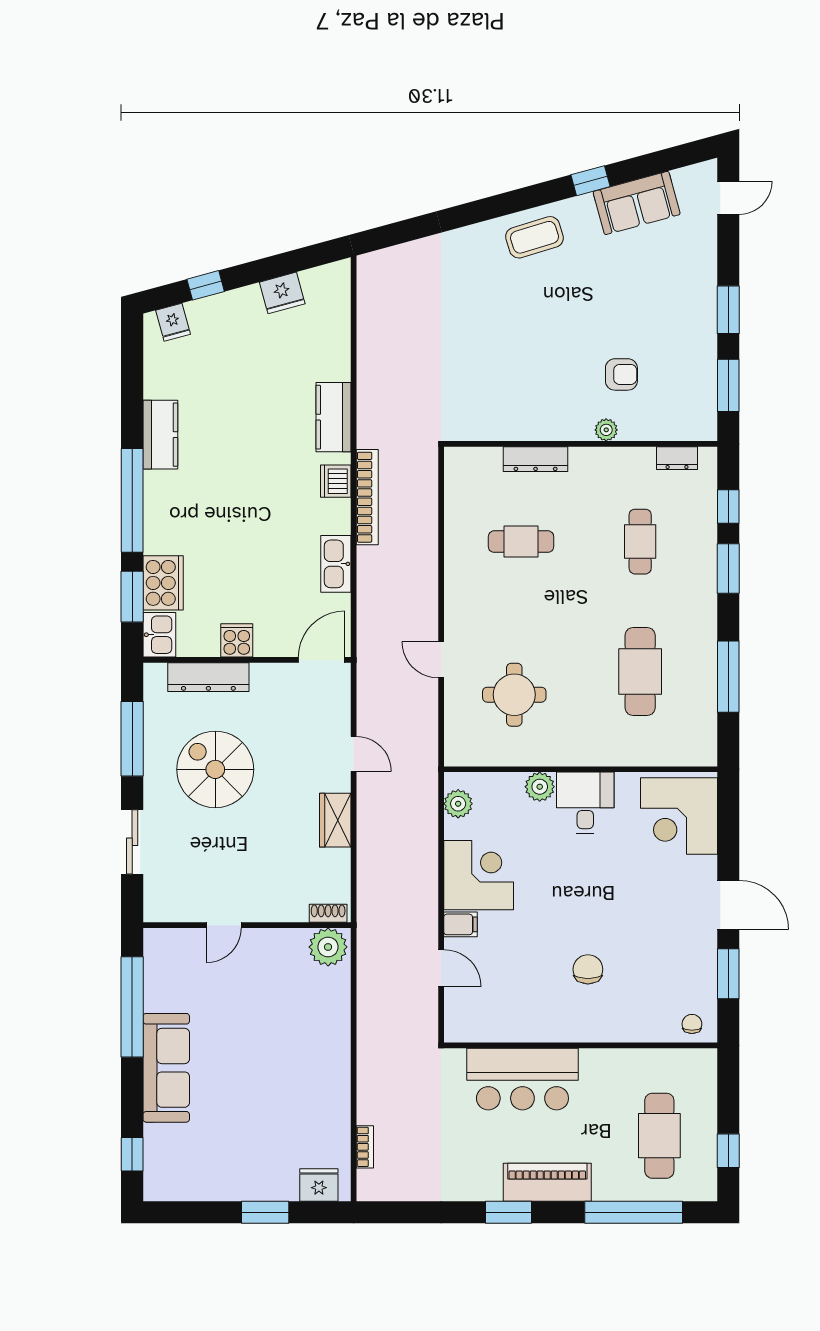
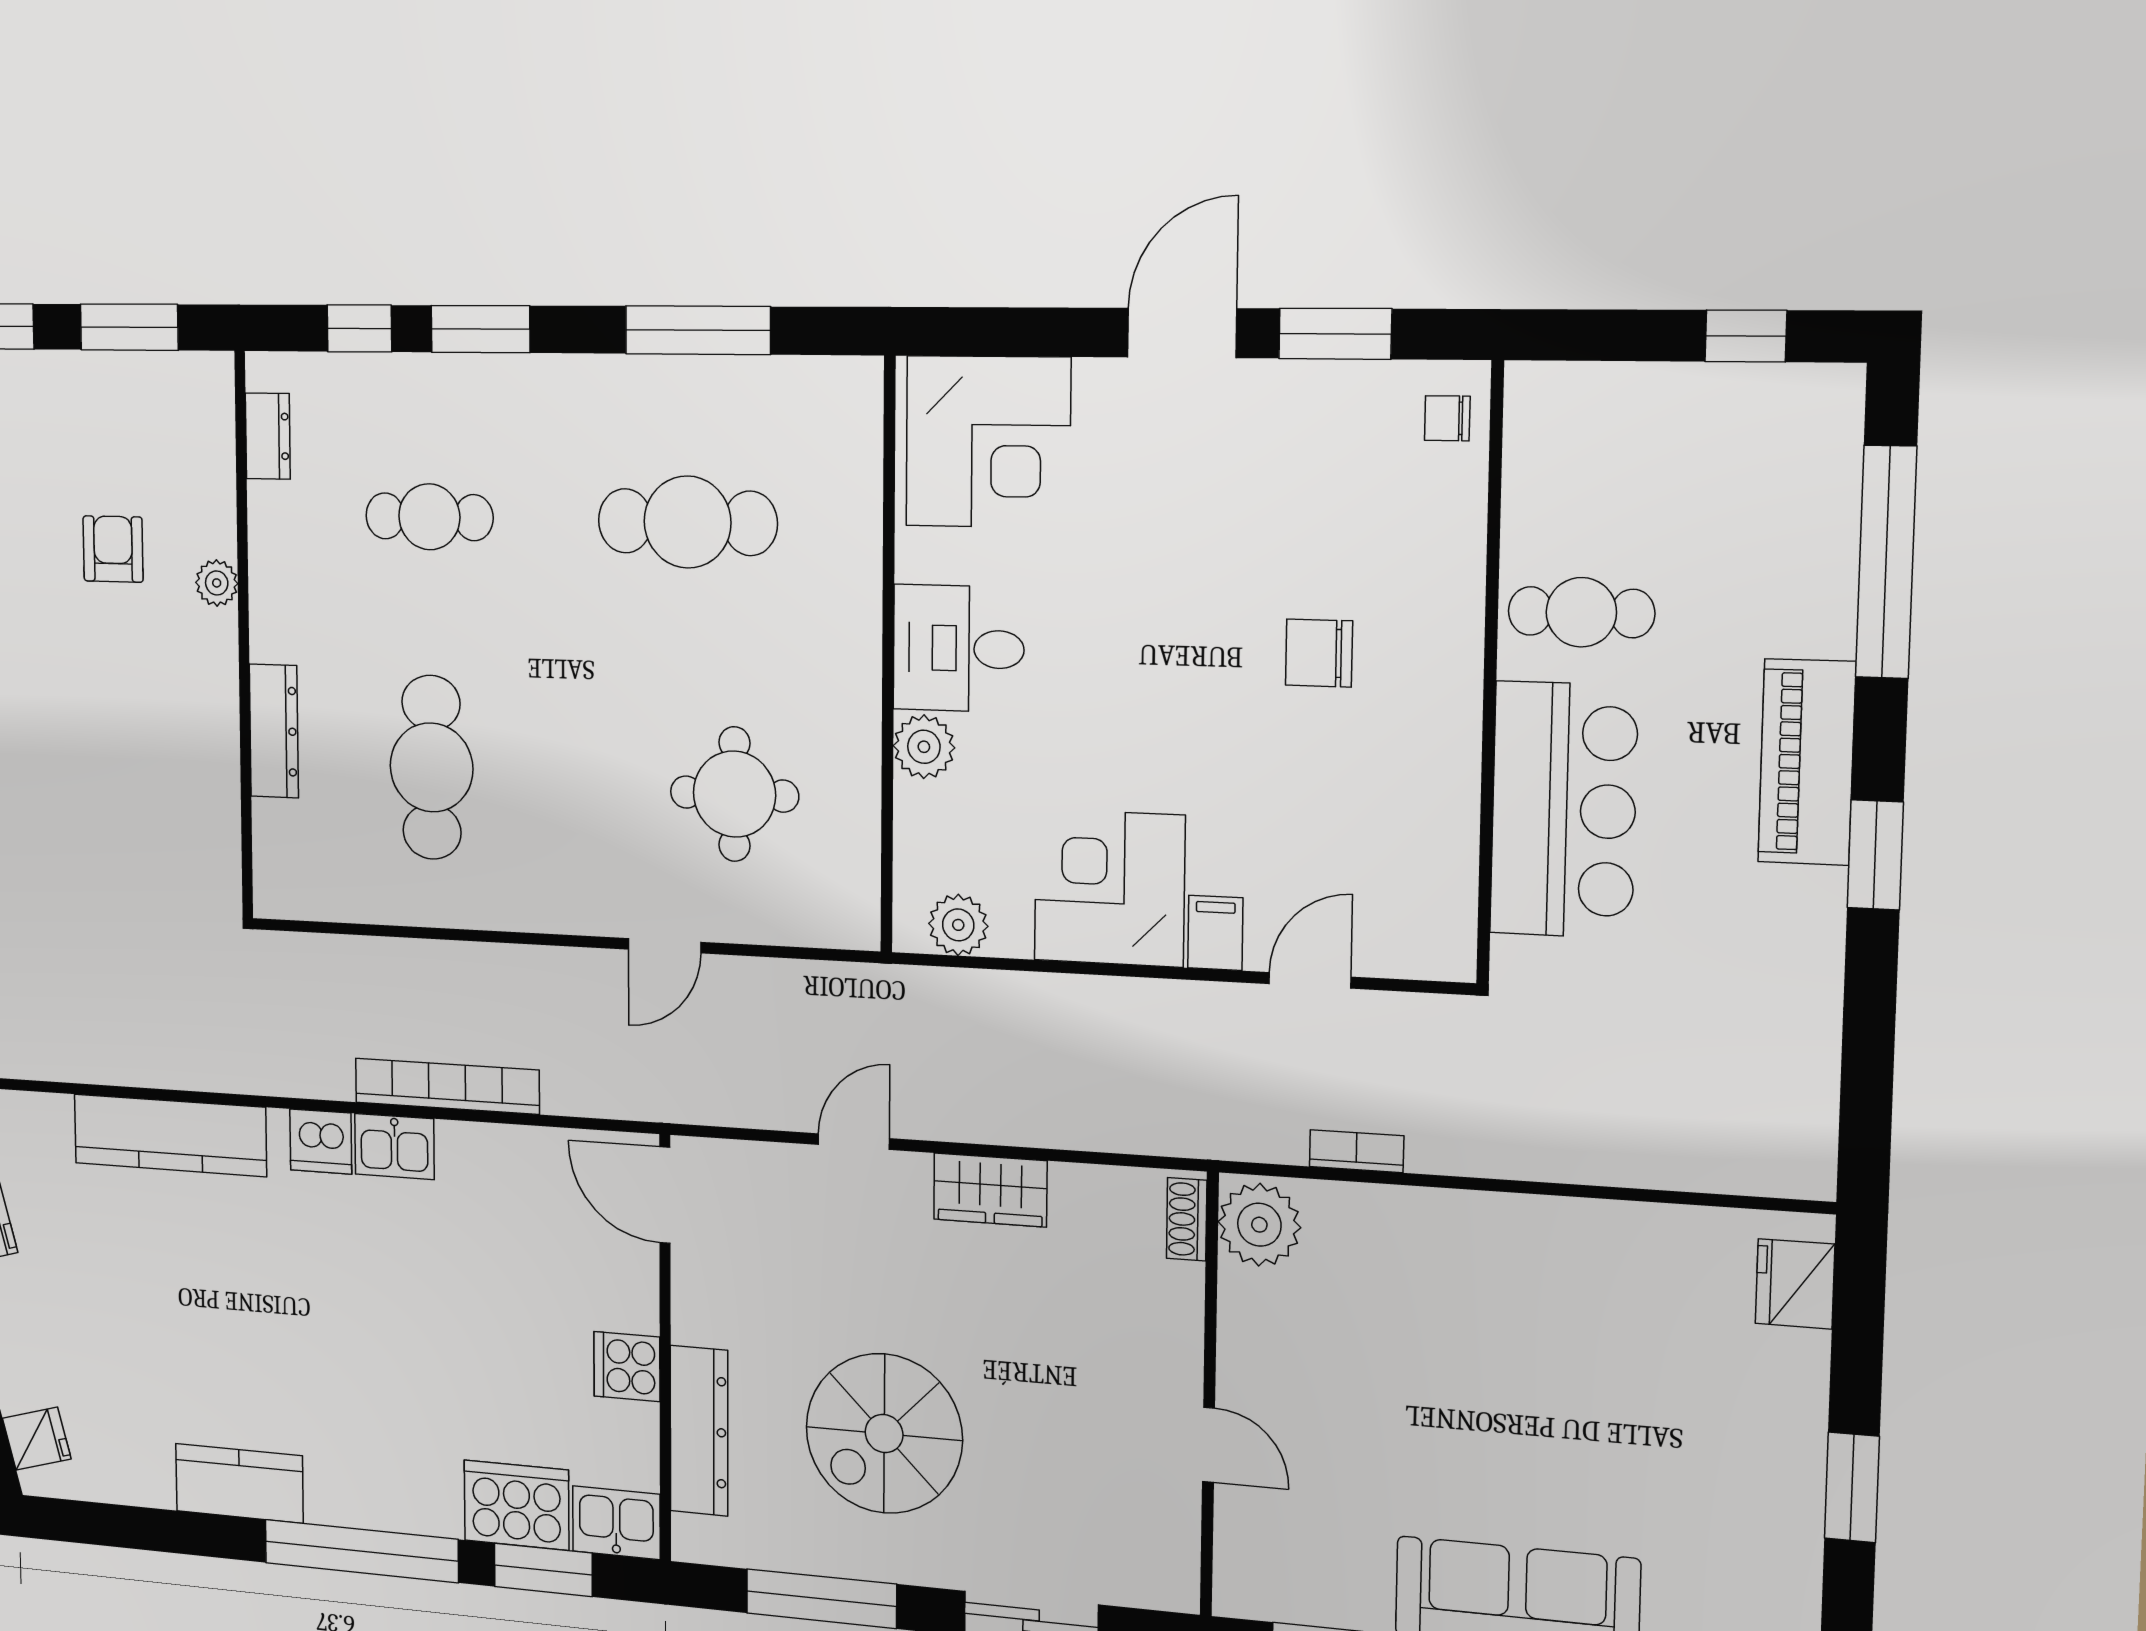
kitchen counter: (333, 417) -> (170, 1135), width x1.50
bookcase: (367, 497) -> (447, 1086), moved
cafe table: (521, 542) -> (432, 767), width x1.37, depth x1.35
kitchen sink: (336, 564) -> (394, 1146), moved, width x0.73
cafe table: (659, 1136) -> (1581, 612), moved, width x0.73, depth x0.74
bookcase: (365, 1147) -> (1357, 1151), moved
window: (265, 1212) -> (1852, 1487), moved

